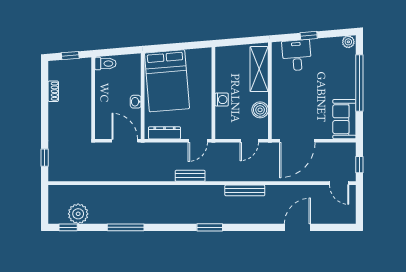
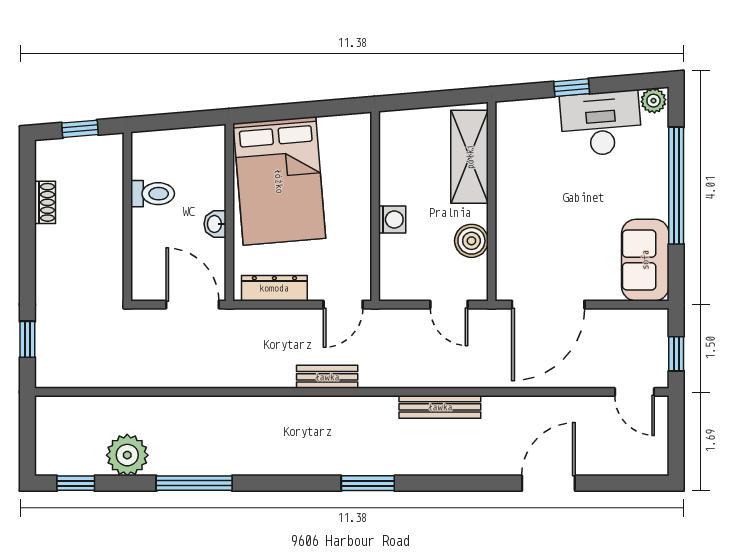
desk: (297, 55) -> (601, 124), moved, width x1.37
toilet: (105, 64) -> (153, 194), moved
door: (249, 141) -> (449, 305), hinge flipped
plant: (78, 214) -> (127, 455), moved

